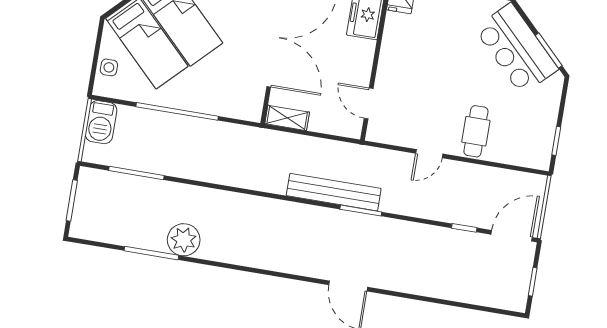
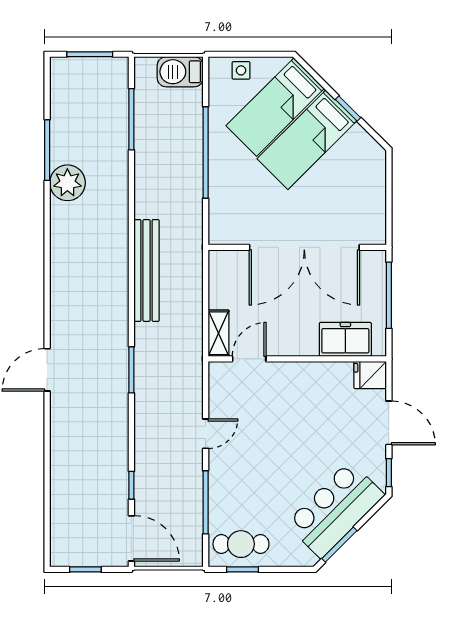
shelving: (287, 118) -> (219, 333), moved
cafe table: (476, 131) -> (241, 544), moved
door: (429, 154) -> (206, 434), swing flipped
window: (491, 164) -> (206, 502), added
bench: (334, 192) -> (147, 270), moved

